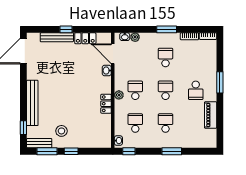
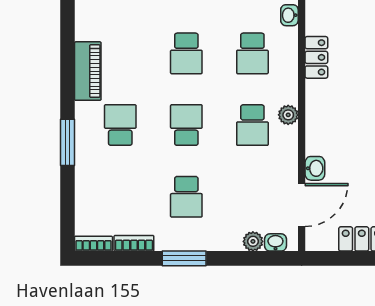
door: (113, 54) -> (302, 205), hinge flipped
school desk: (166, 90) -> (186, 125), turned 180
locker: (106, 104) -> (316, 57), moved

